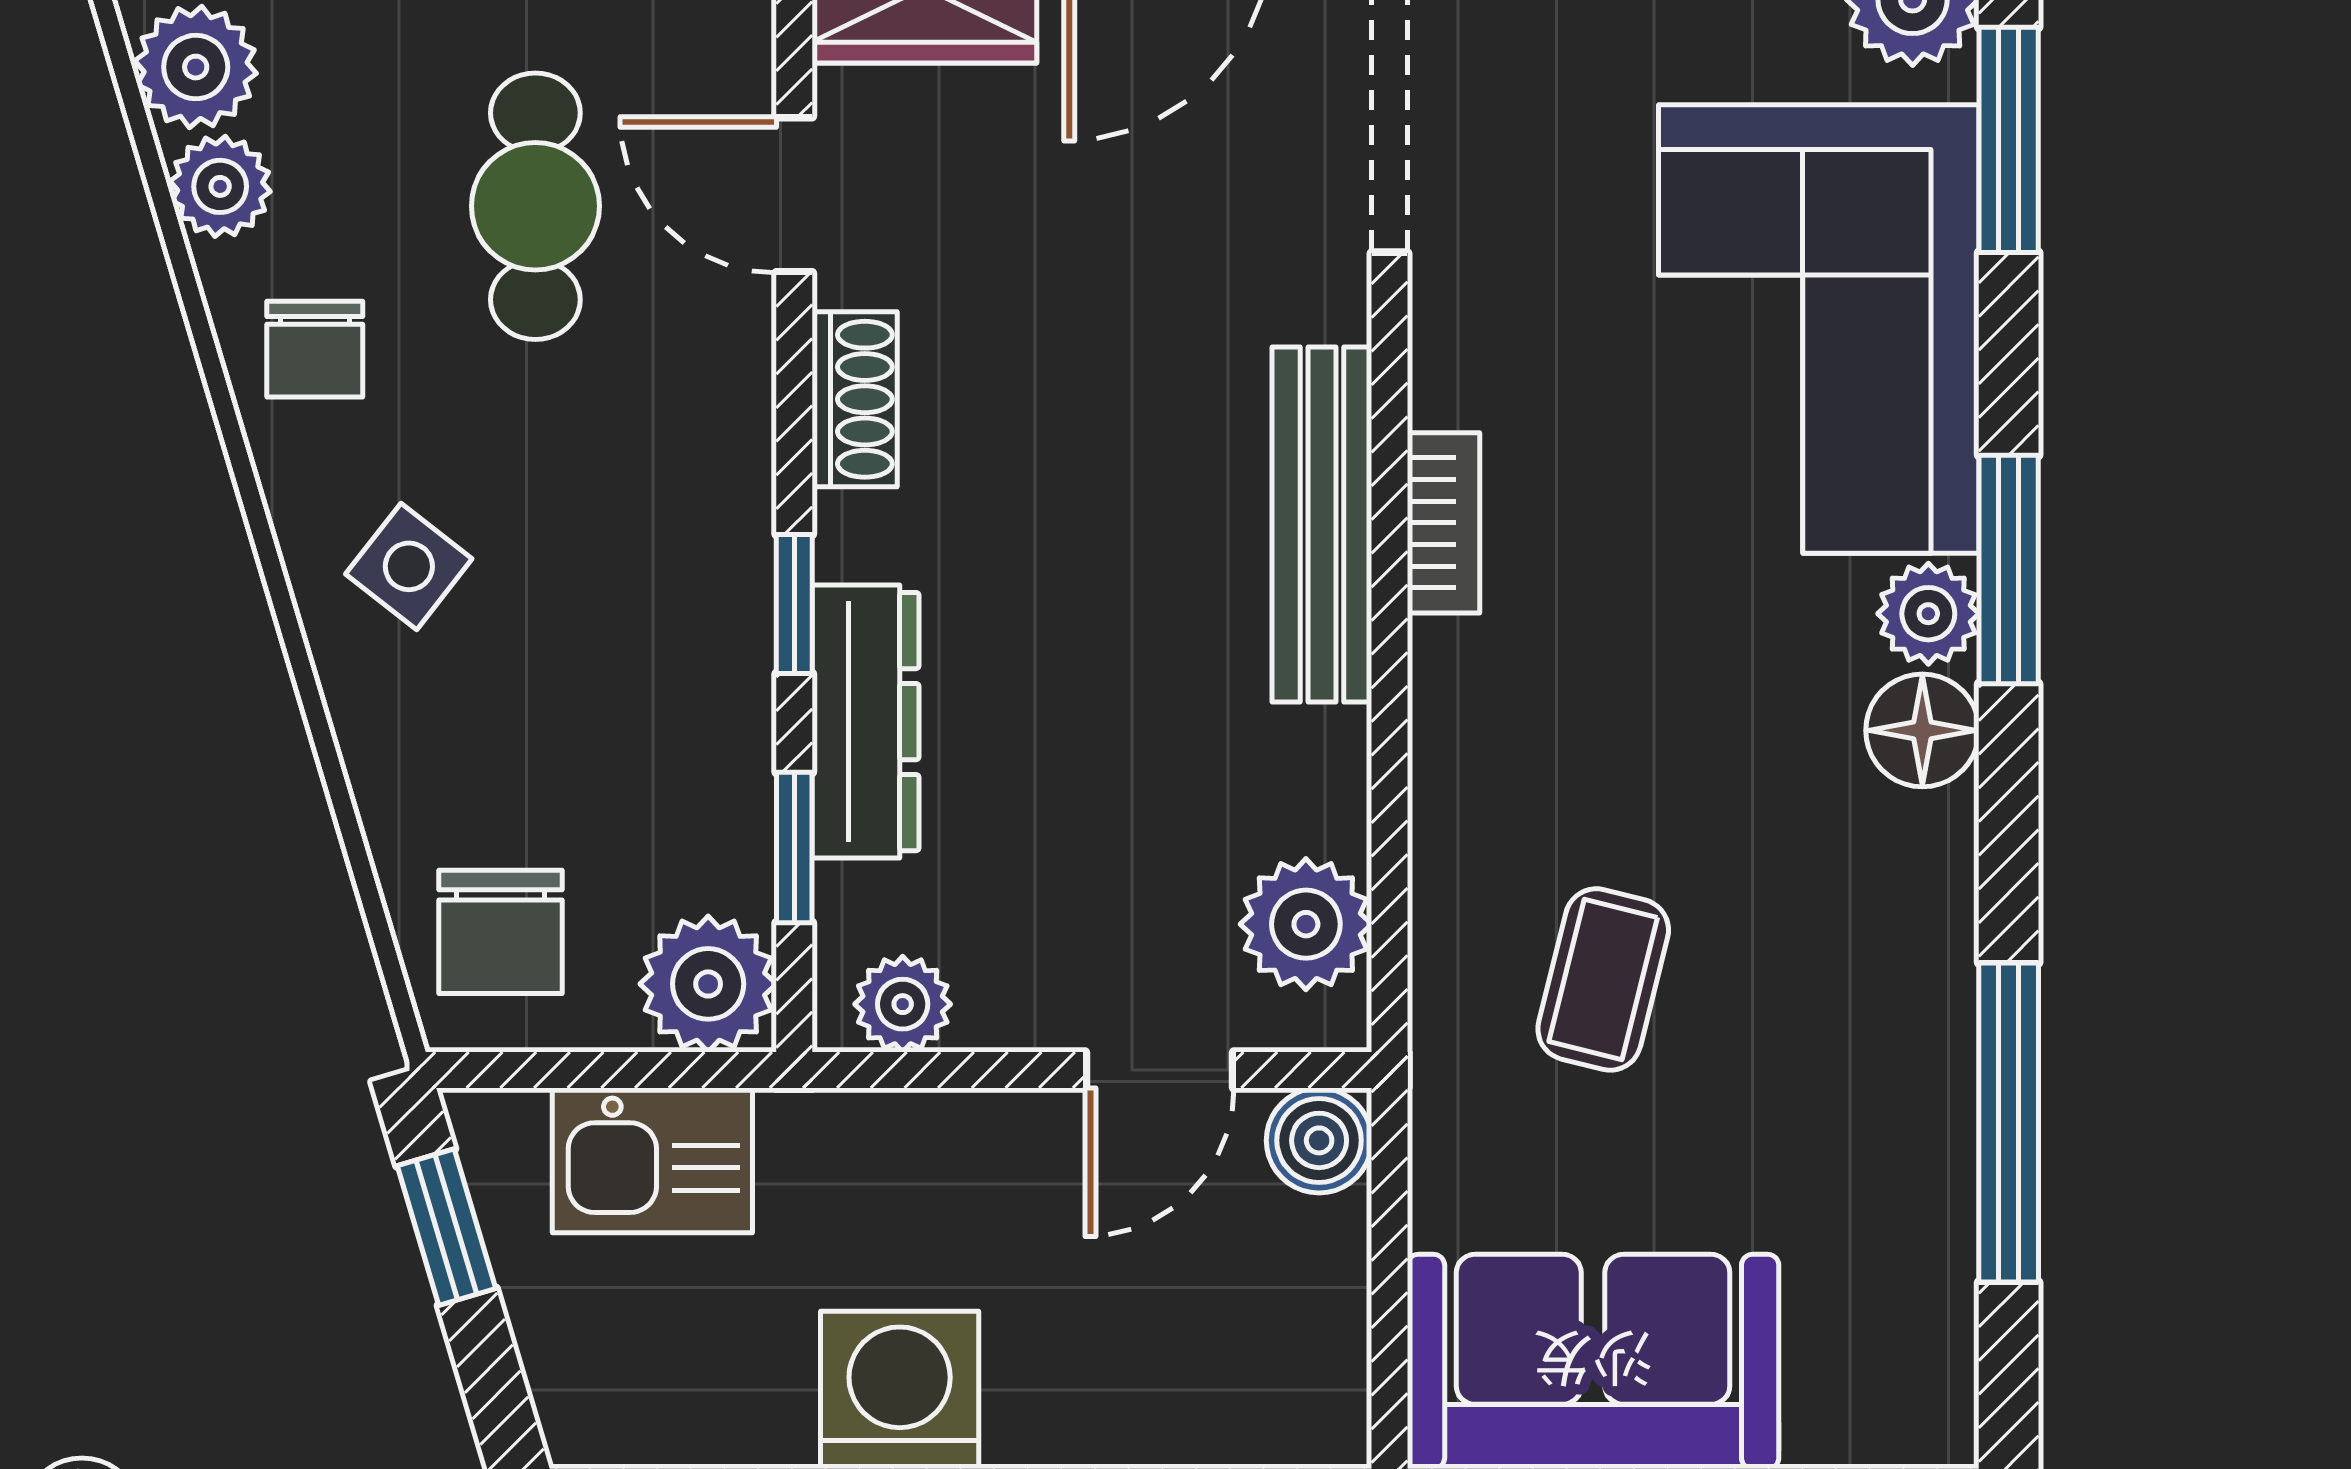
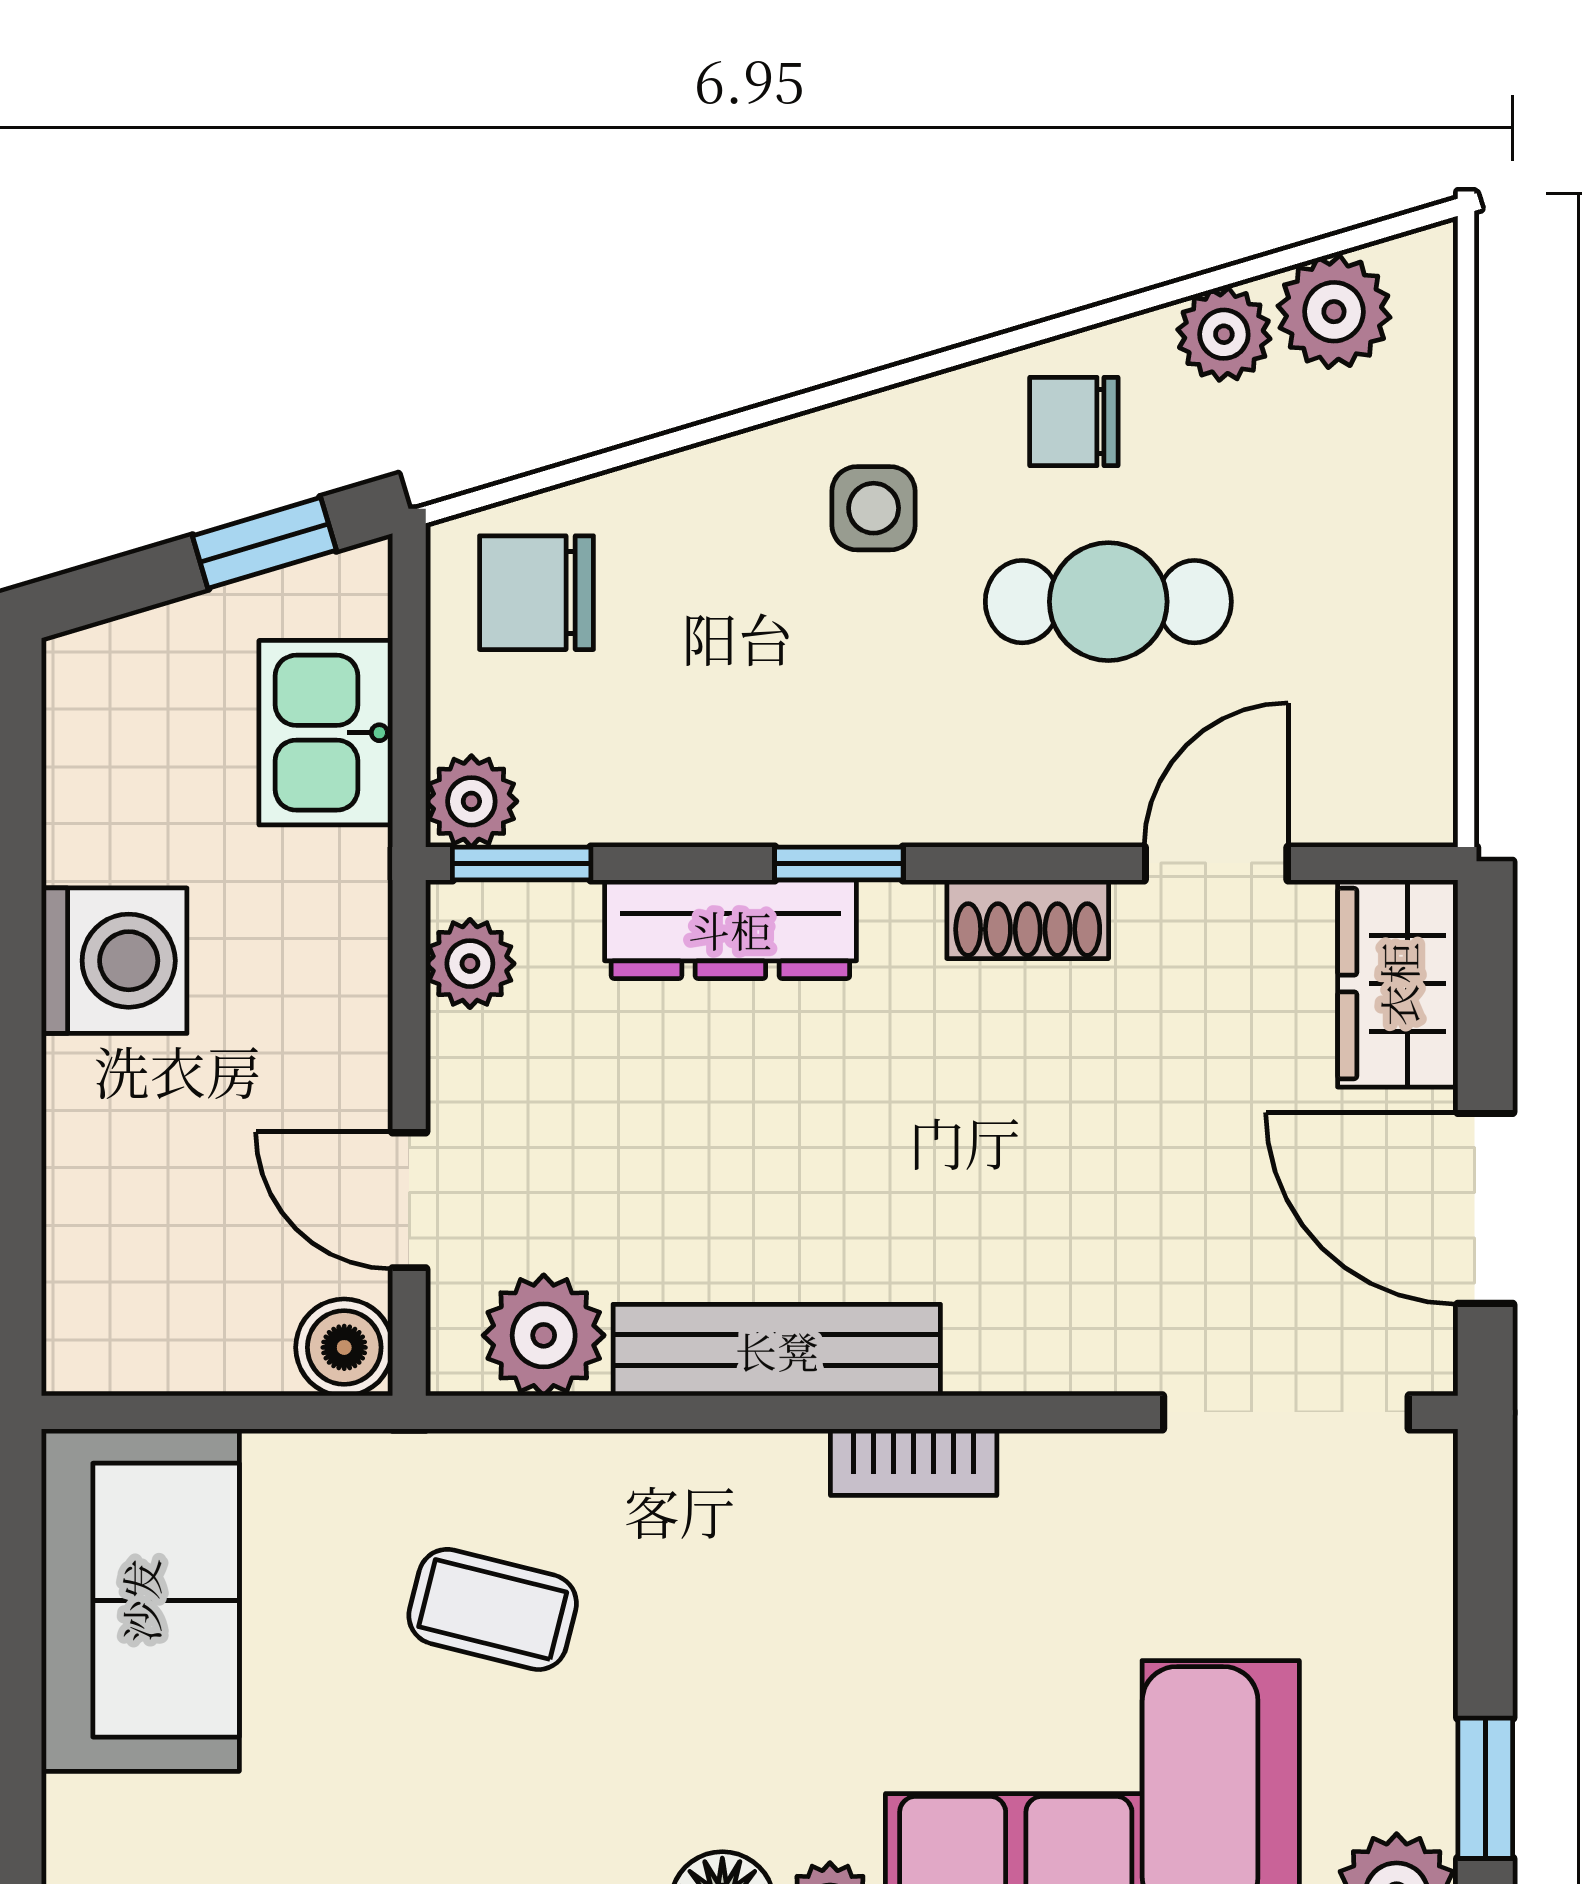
cafe table: (535, 206) -> (1108, 602), moved
bench: (1322, 525) -> (777, 1350), moved
side table: (409, 566) -> (874, 508), turned -38
window: (794, 848) -> (522, 863), moved
plant: (708, 984) -> (471, 801), width x0.73, depth x0.73

